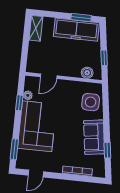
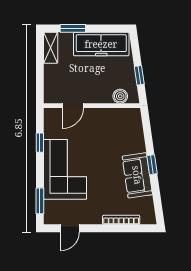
window: (81, 18) -> (73, 28), moved
plant: (28, 95) -> (49, 132), removed
side table: (91, 102) -> (128, 132), removed
window: (107, 150) -> (152, 165), moved

